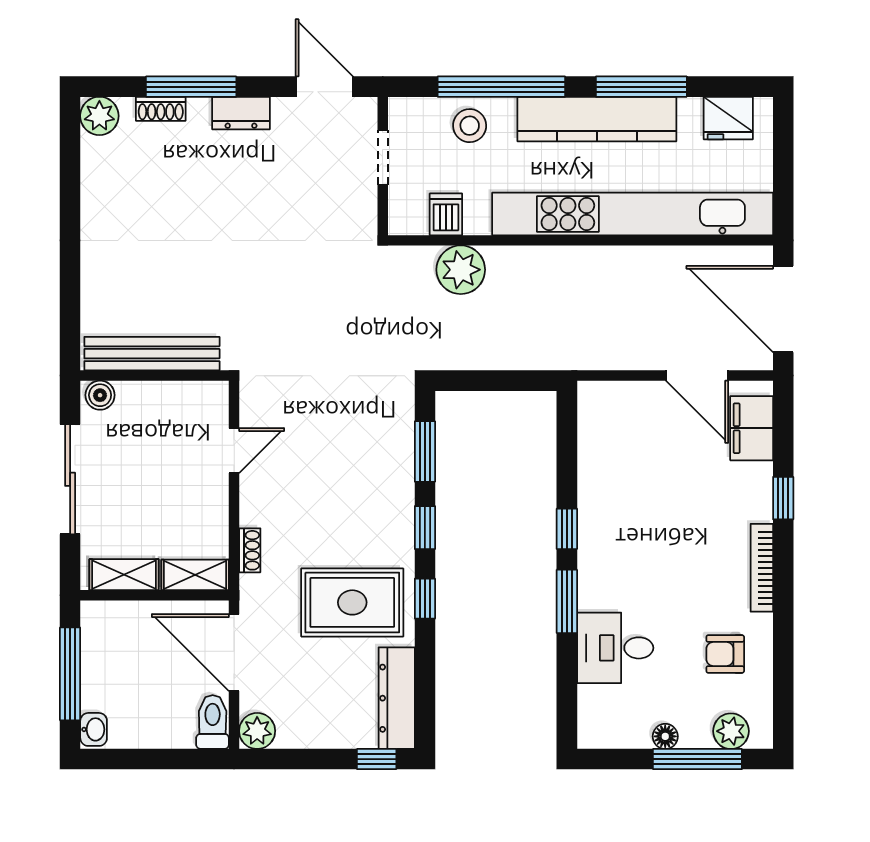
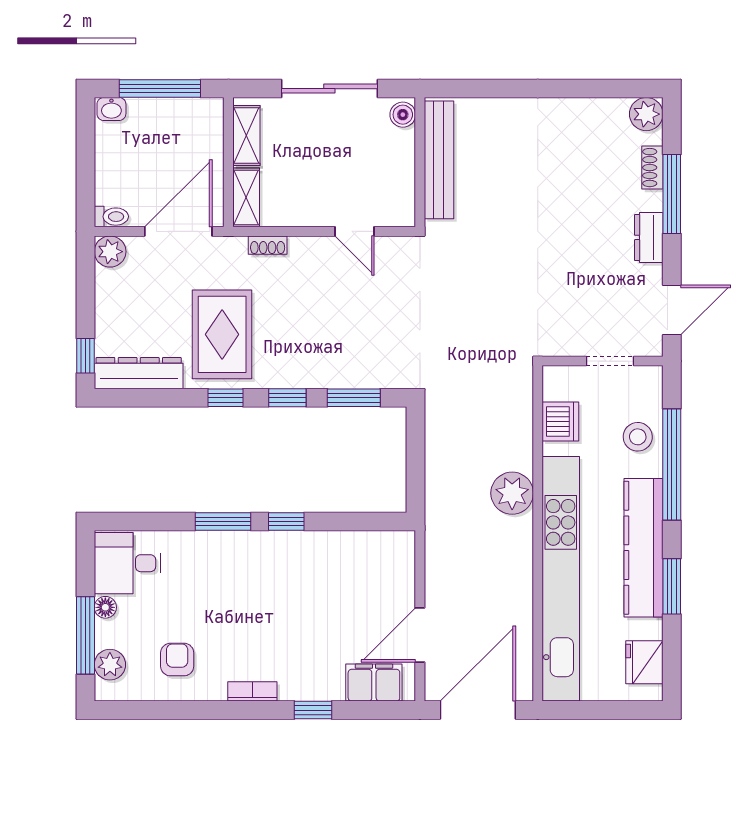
window: (641, 87) -> (672, 586), width x0.69
dishwasher: (446, 214) -> (560, 421), width x1.38
plant: (461, 270) -> (512, 493), moved
bookcase: (762, 568) -> (252, 691), width x0.64
desk: (615, 648) -> (128, 563), moved, turned -90
toilet: (213, 722) -> (111, 217), width x0.73, depth x0.72

